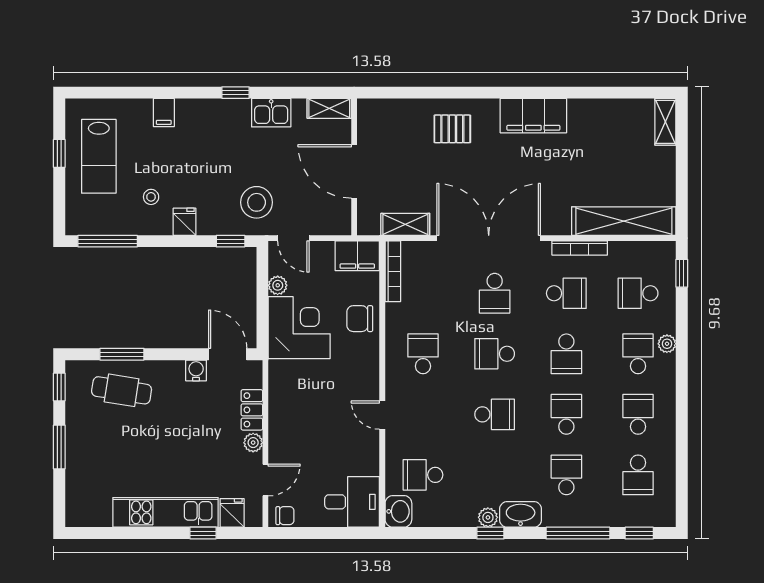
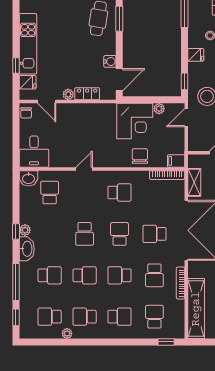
filing cabinet: (357, 256) -> (176, 161), width x0.50
plant: (667, 344) -> (67, 333), moved
school desk: (638, 414) -> (85, 317), turned 180

